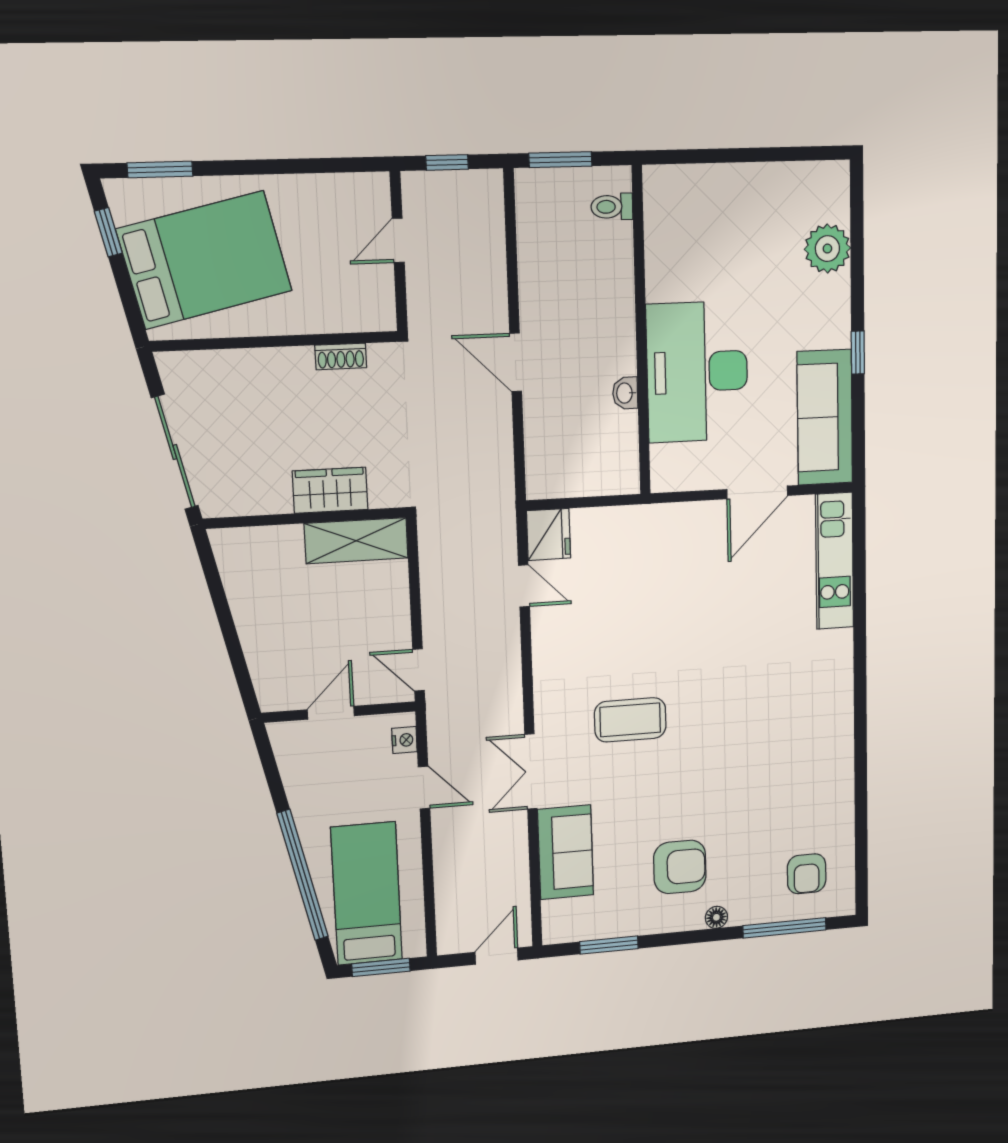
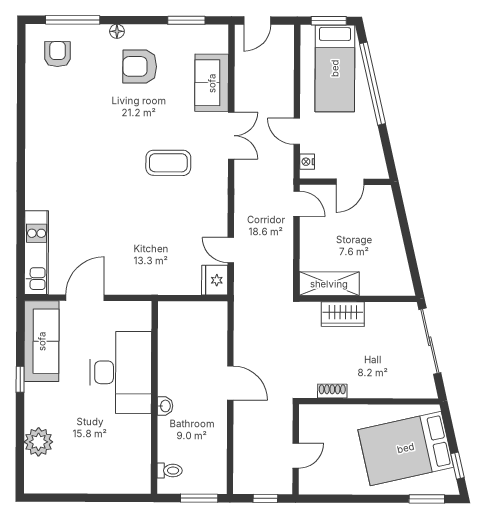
washbasin: (625, 393) -> (165, 406), moved

